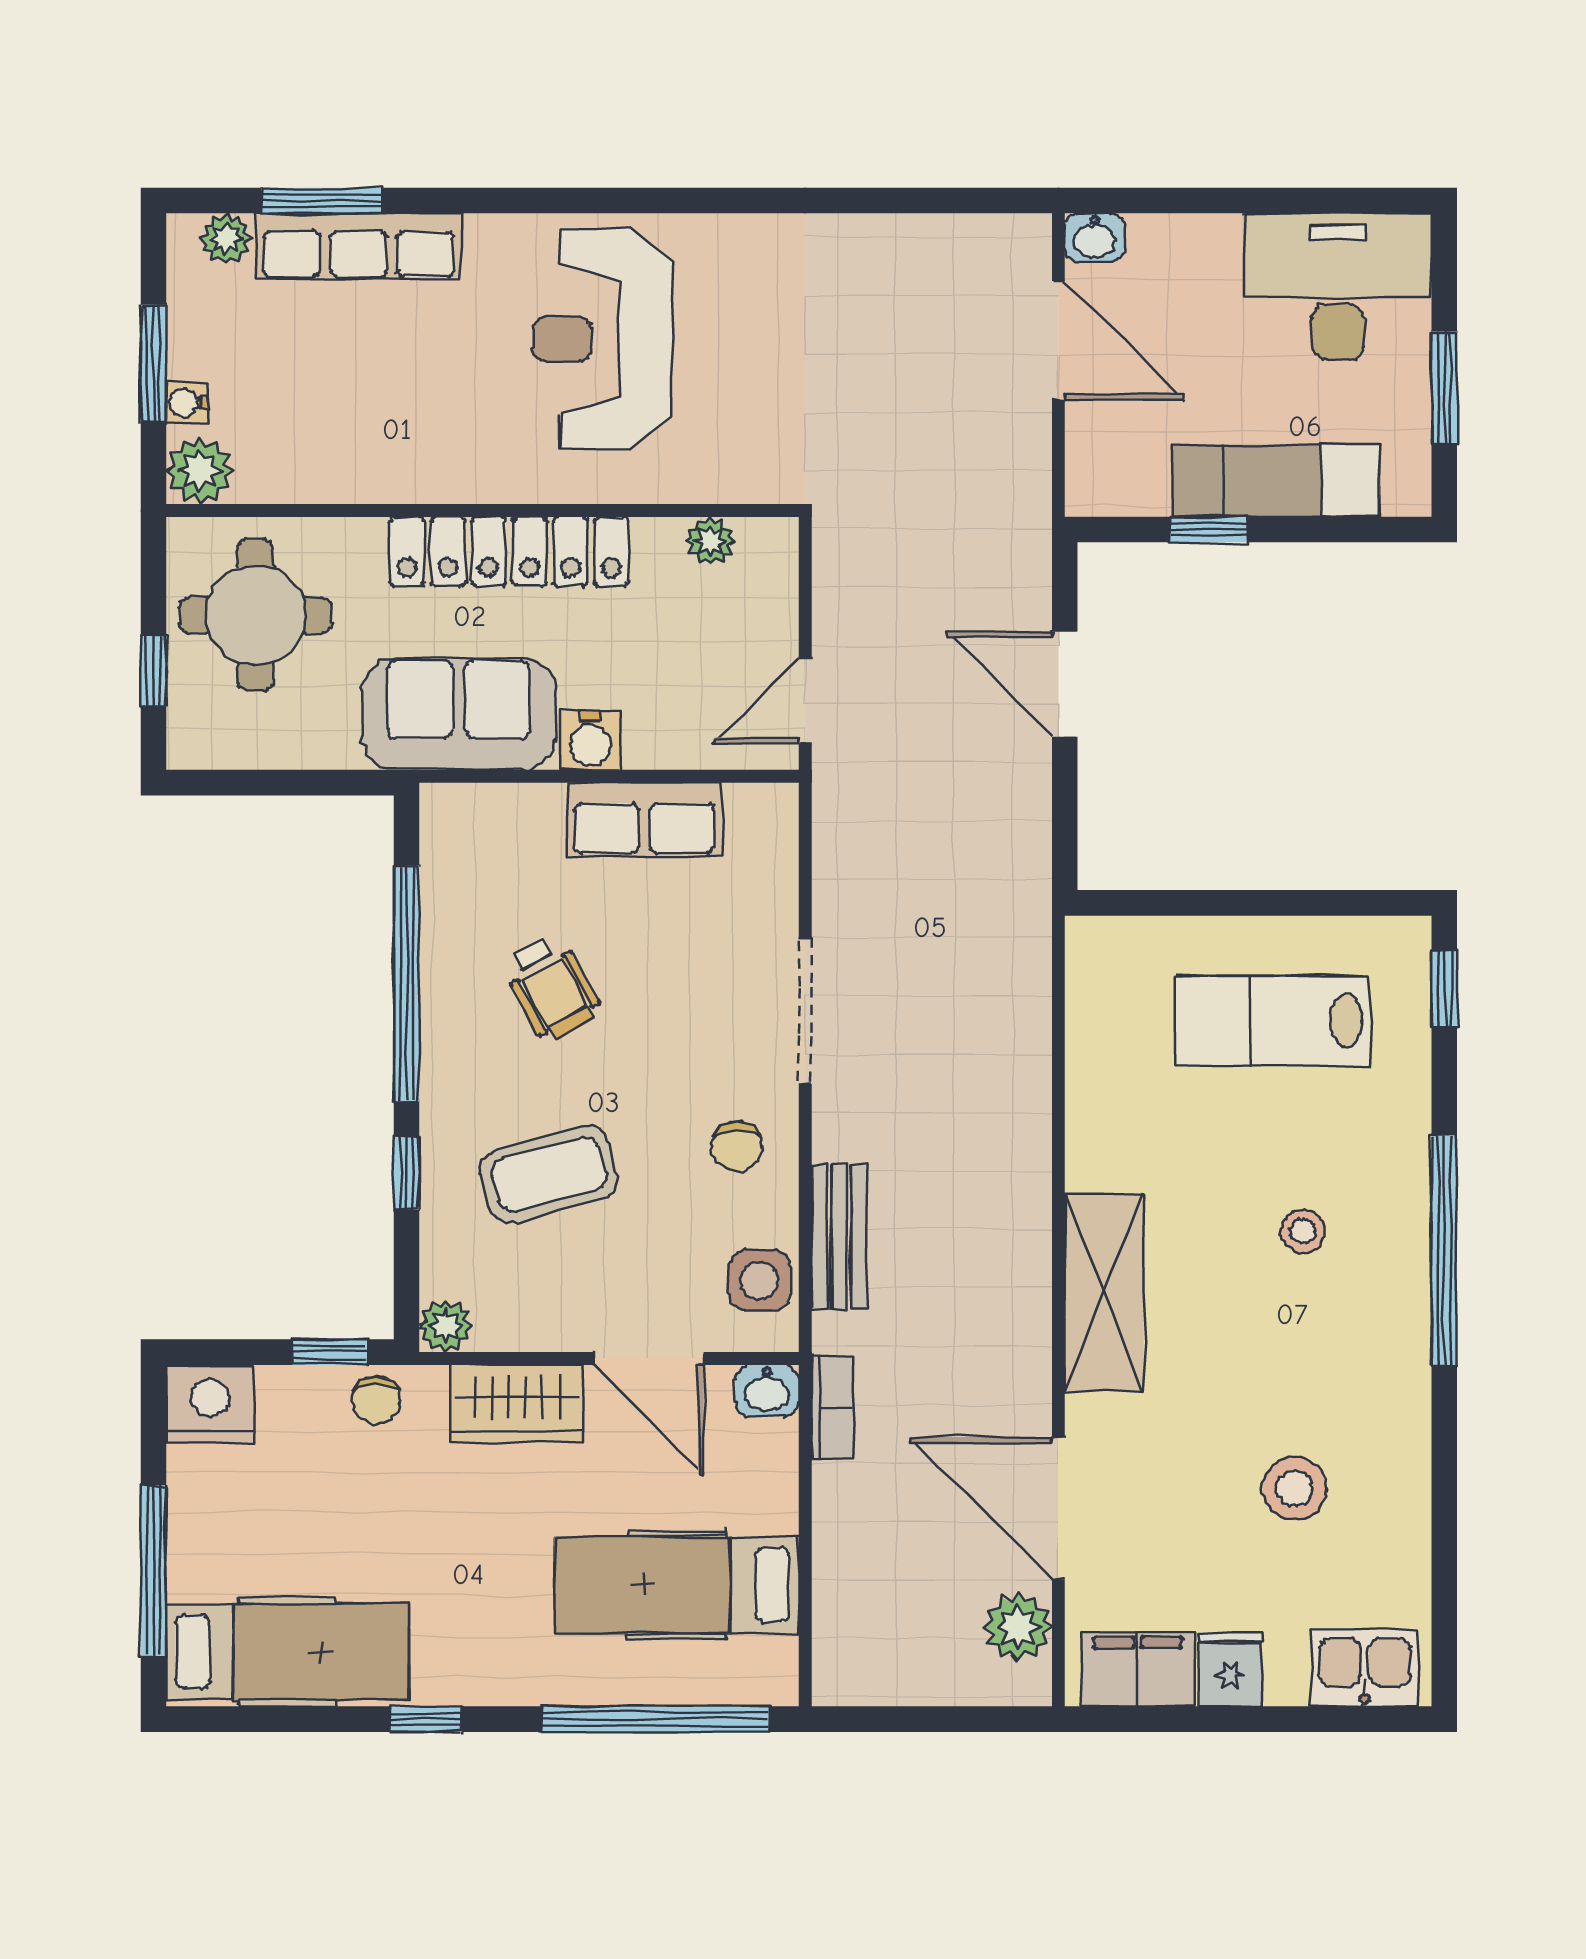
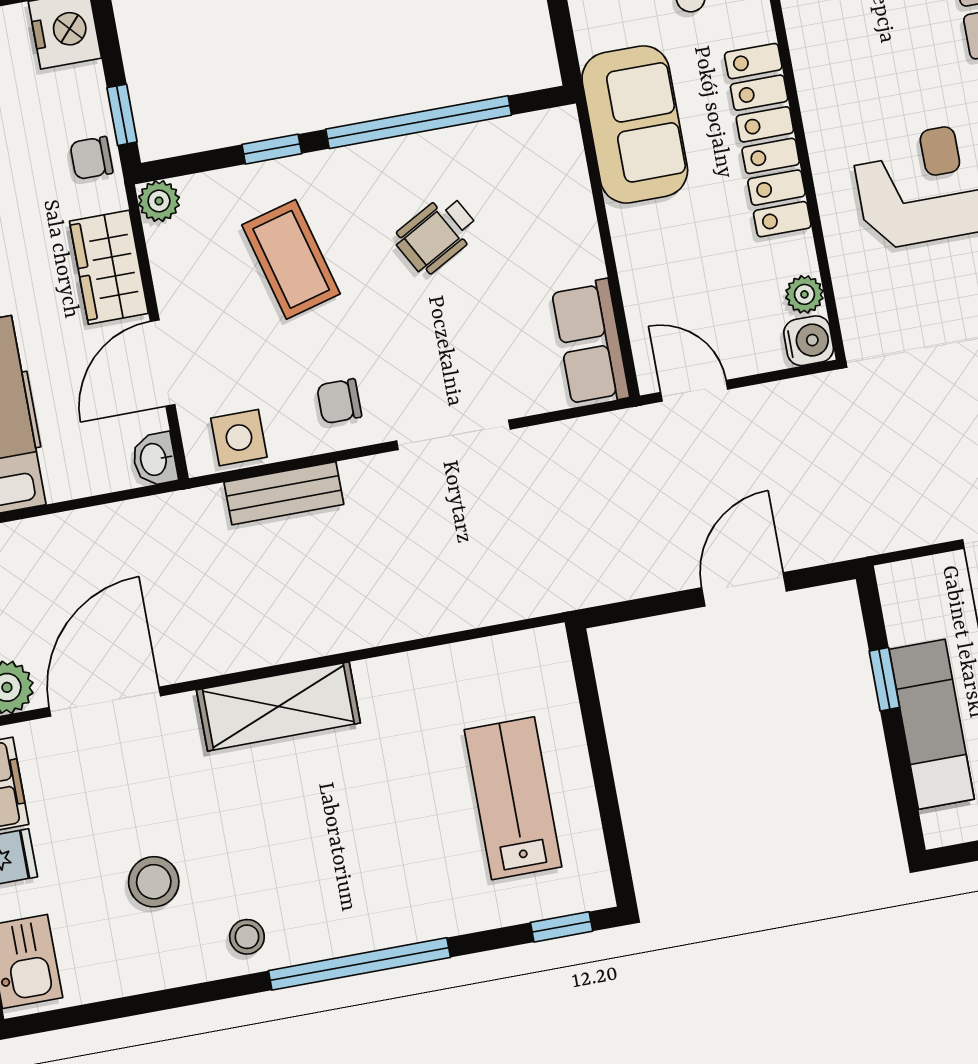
water cooler: (591, 740) -> (809, 341), moved, turned 180
row of seats: (644, 820) -> (590, 343), moved
stool: (1303, 1231) -> (247, 937), moved
bookcase: (832, 1408) -> (150, 512), removed

